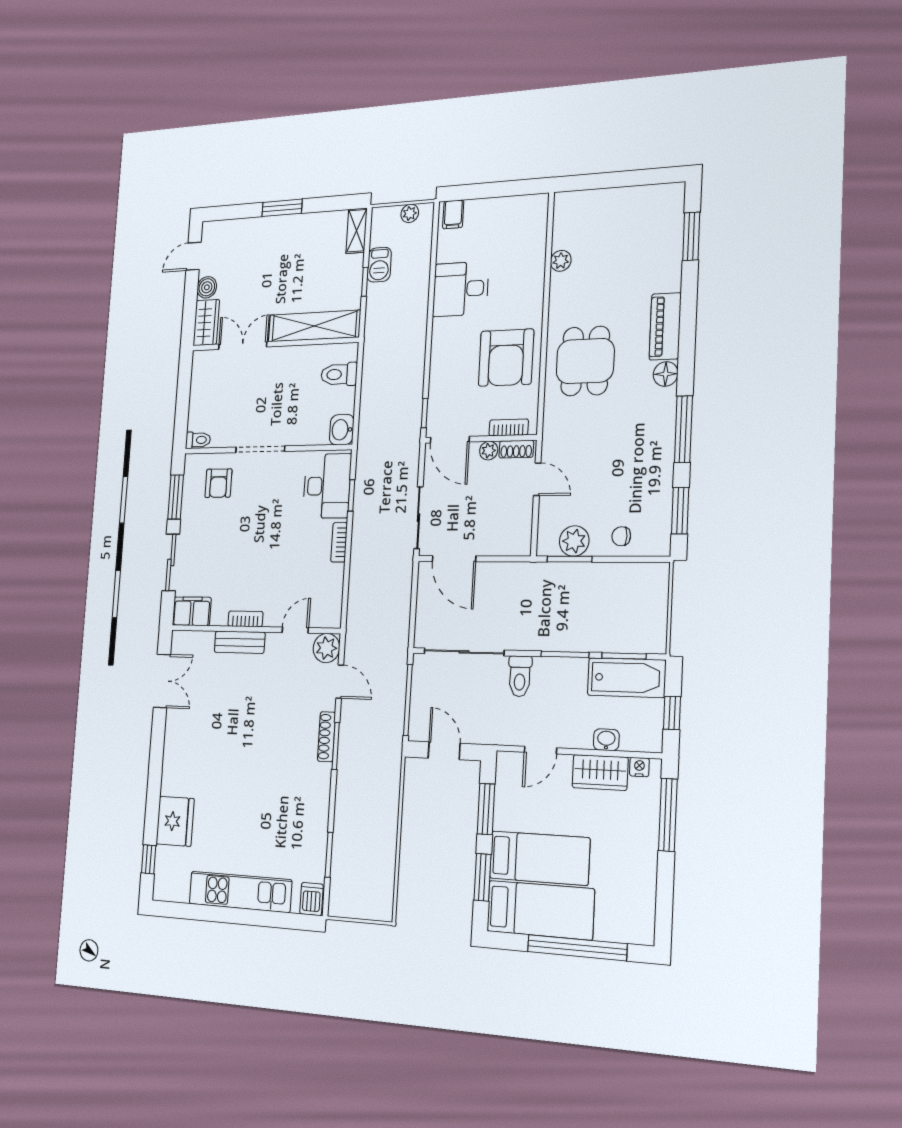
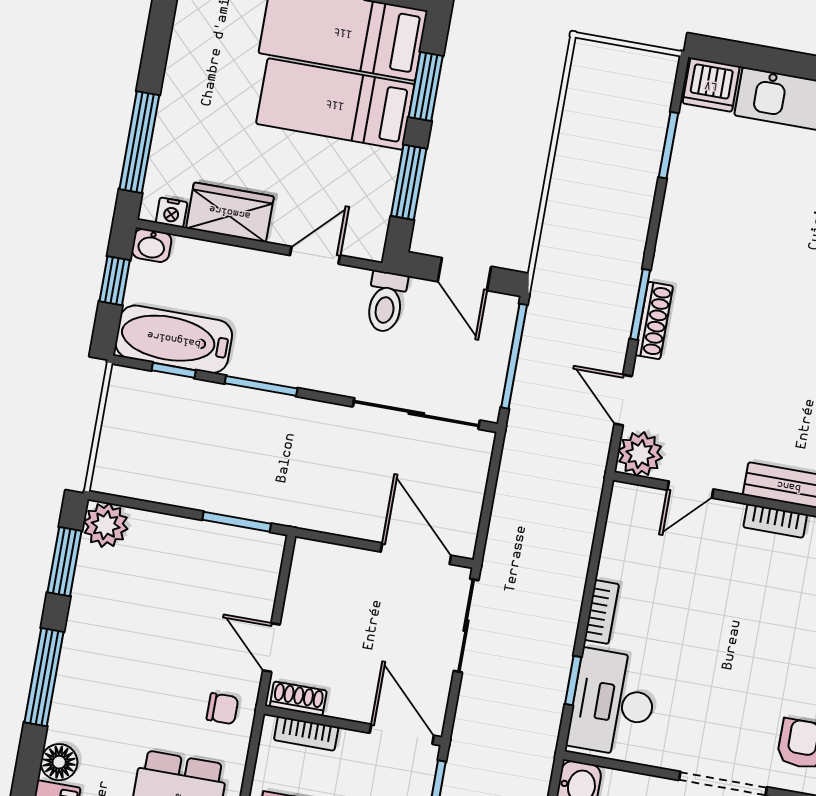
plant: (489, 451) -> (342, 705), removed
chair: (621, 536) -> (222, 709), moved
plant: (574, 541) -> (106, 525), moved
window: (624, 656) -> (174, 370), width x0.67
toilet: (520, 676) -> (386, 302), moved, turned 180
washbasin: (606, 740) -> (152, 245), moved
dishwasher: (311, 899) -> (711, 85), width x1.38

